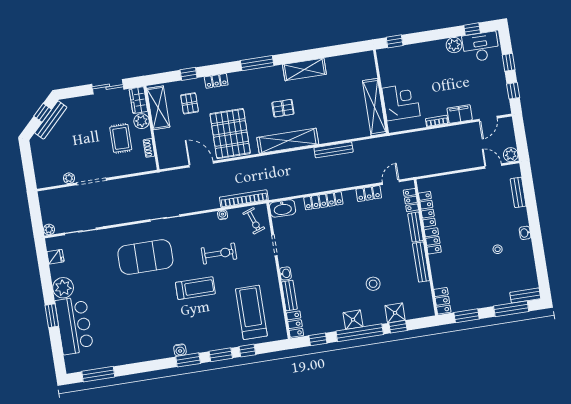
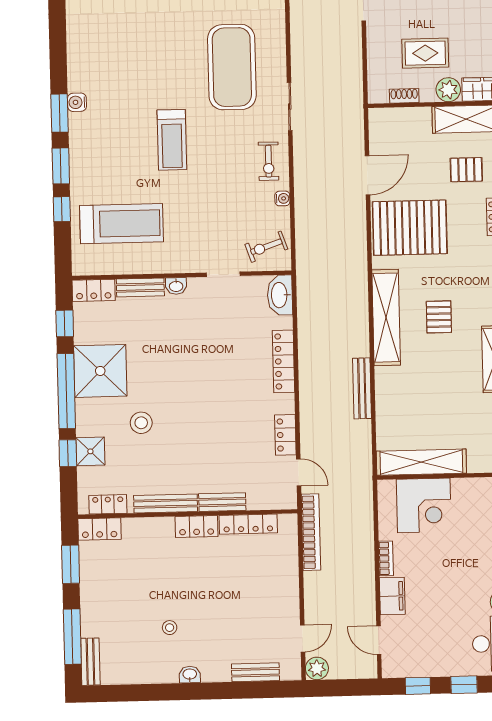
bookcase: (244, 199) -> (311, 532), moved
locker: (411, 200) -> (108, 504), moved
exercise bike: (219, 253) -> (269, 161), moved, width x0.73, depth x0.72
shower: (353, 320) -> (100, 371), width x1.86, depth x1.86

